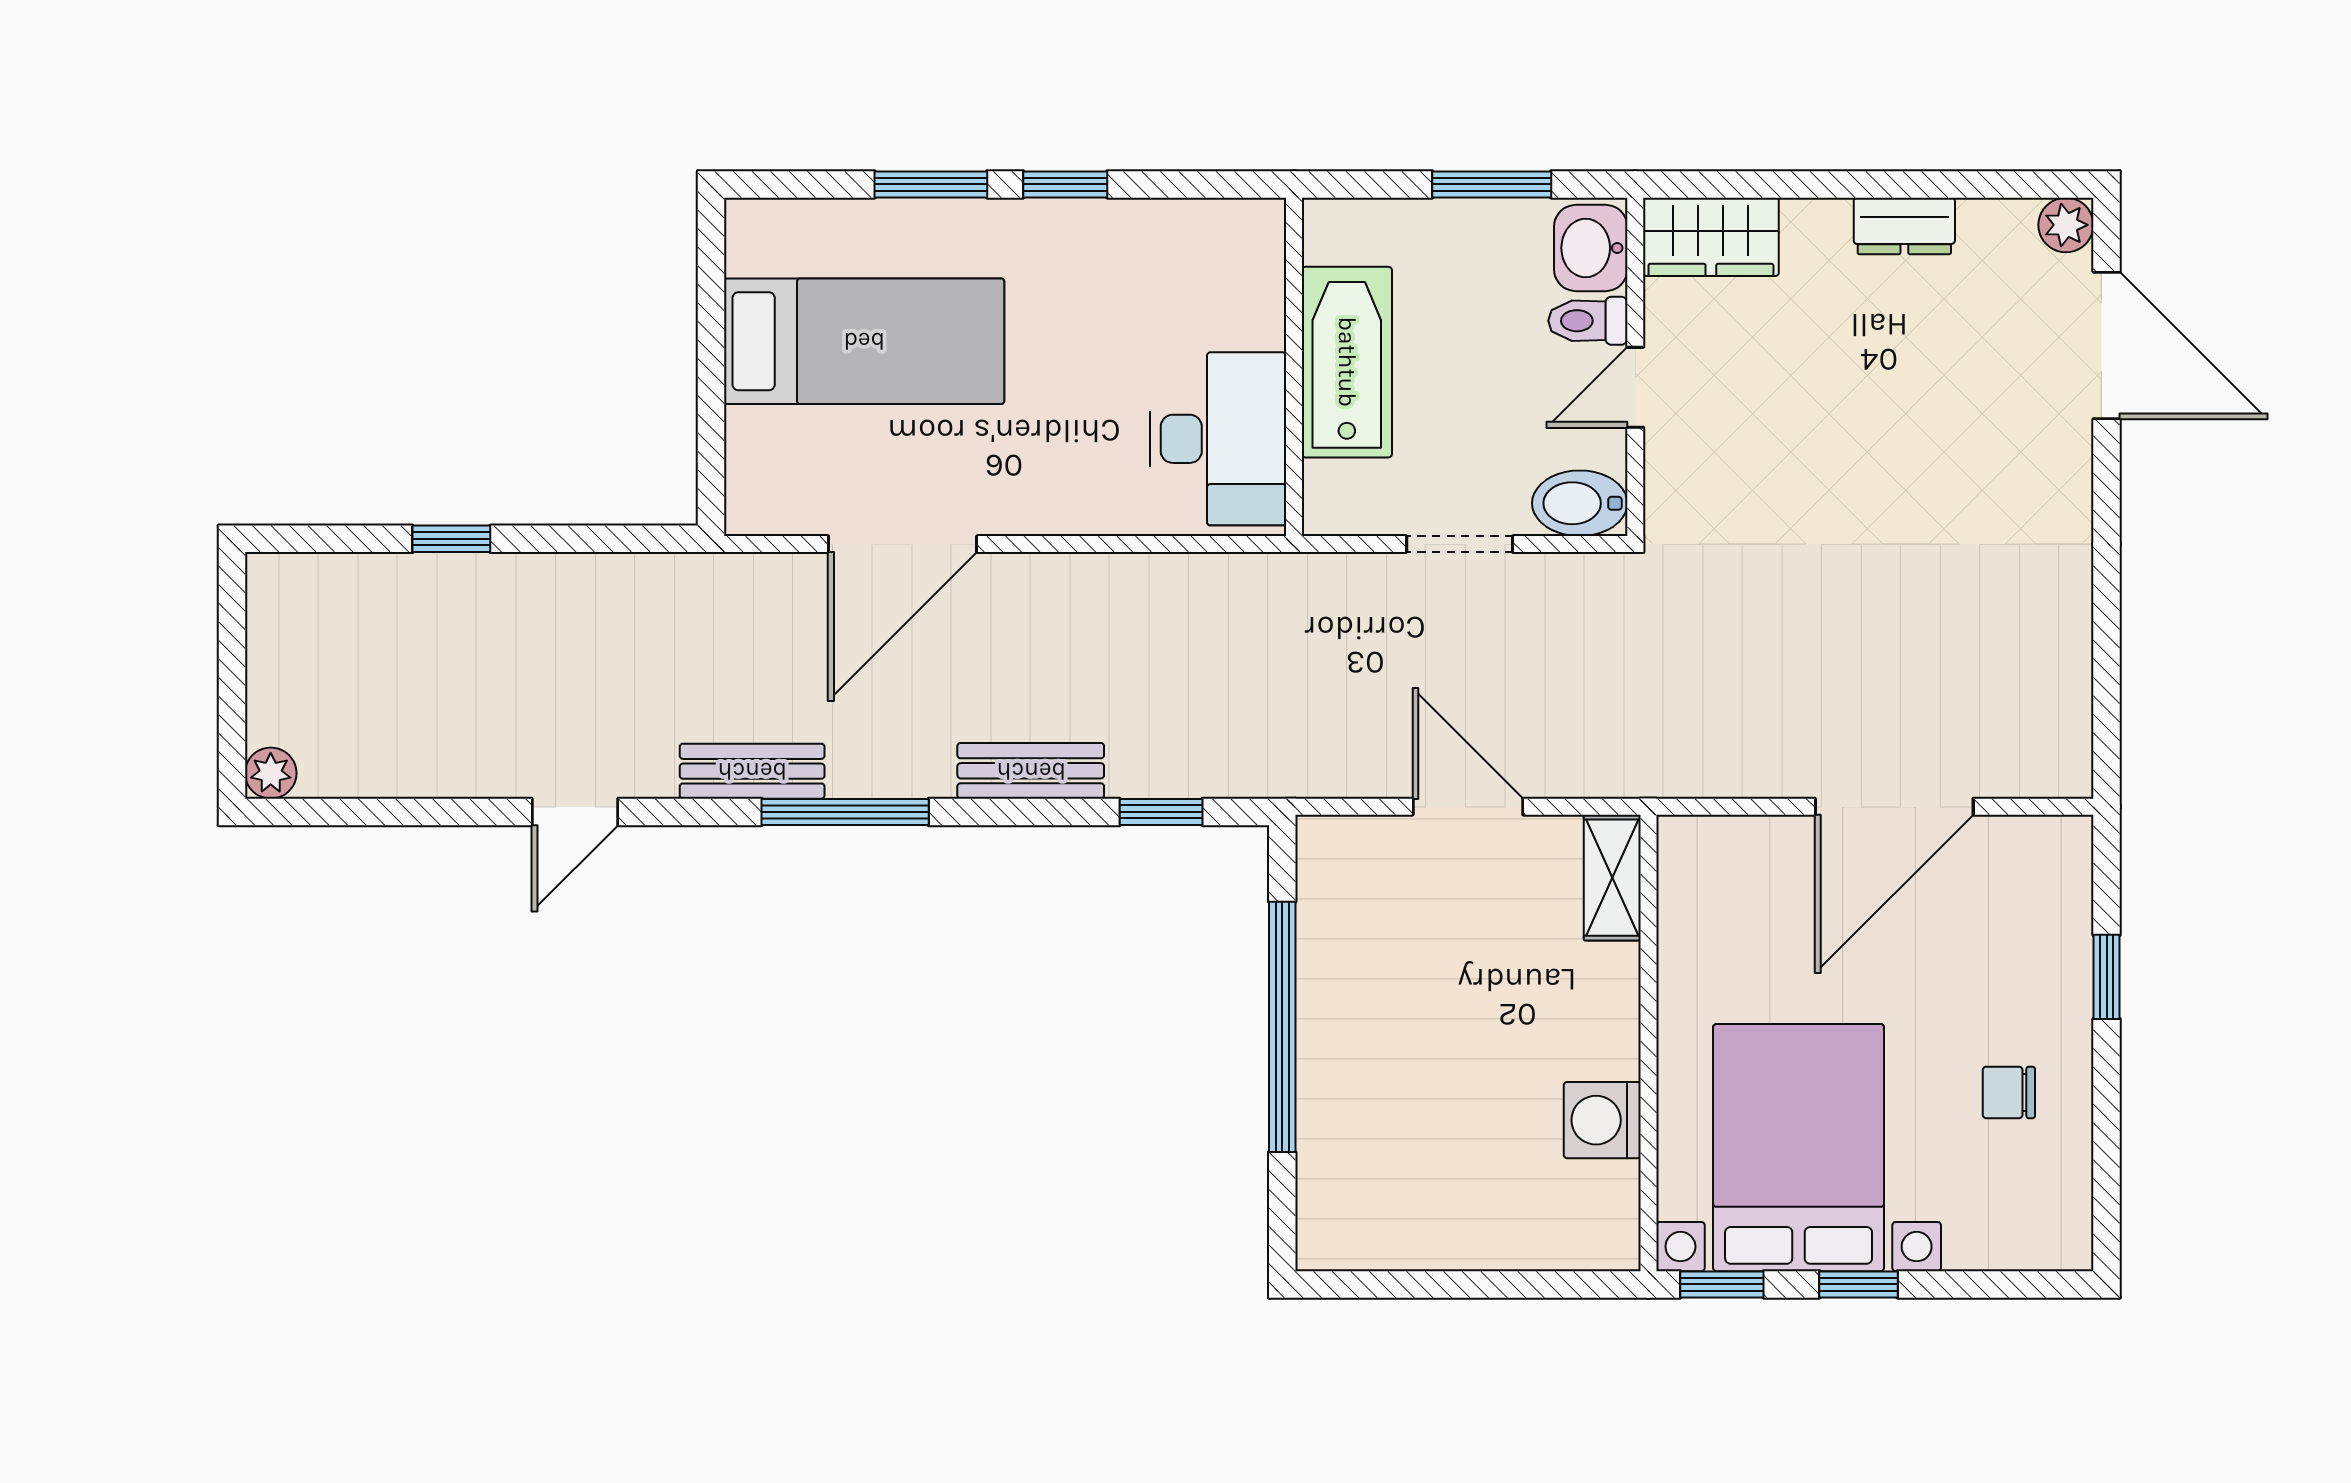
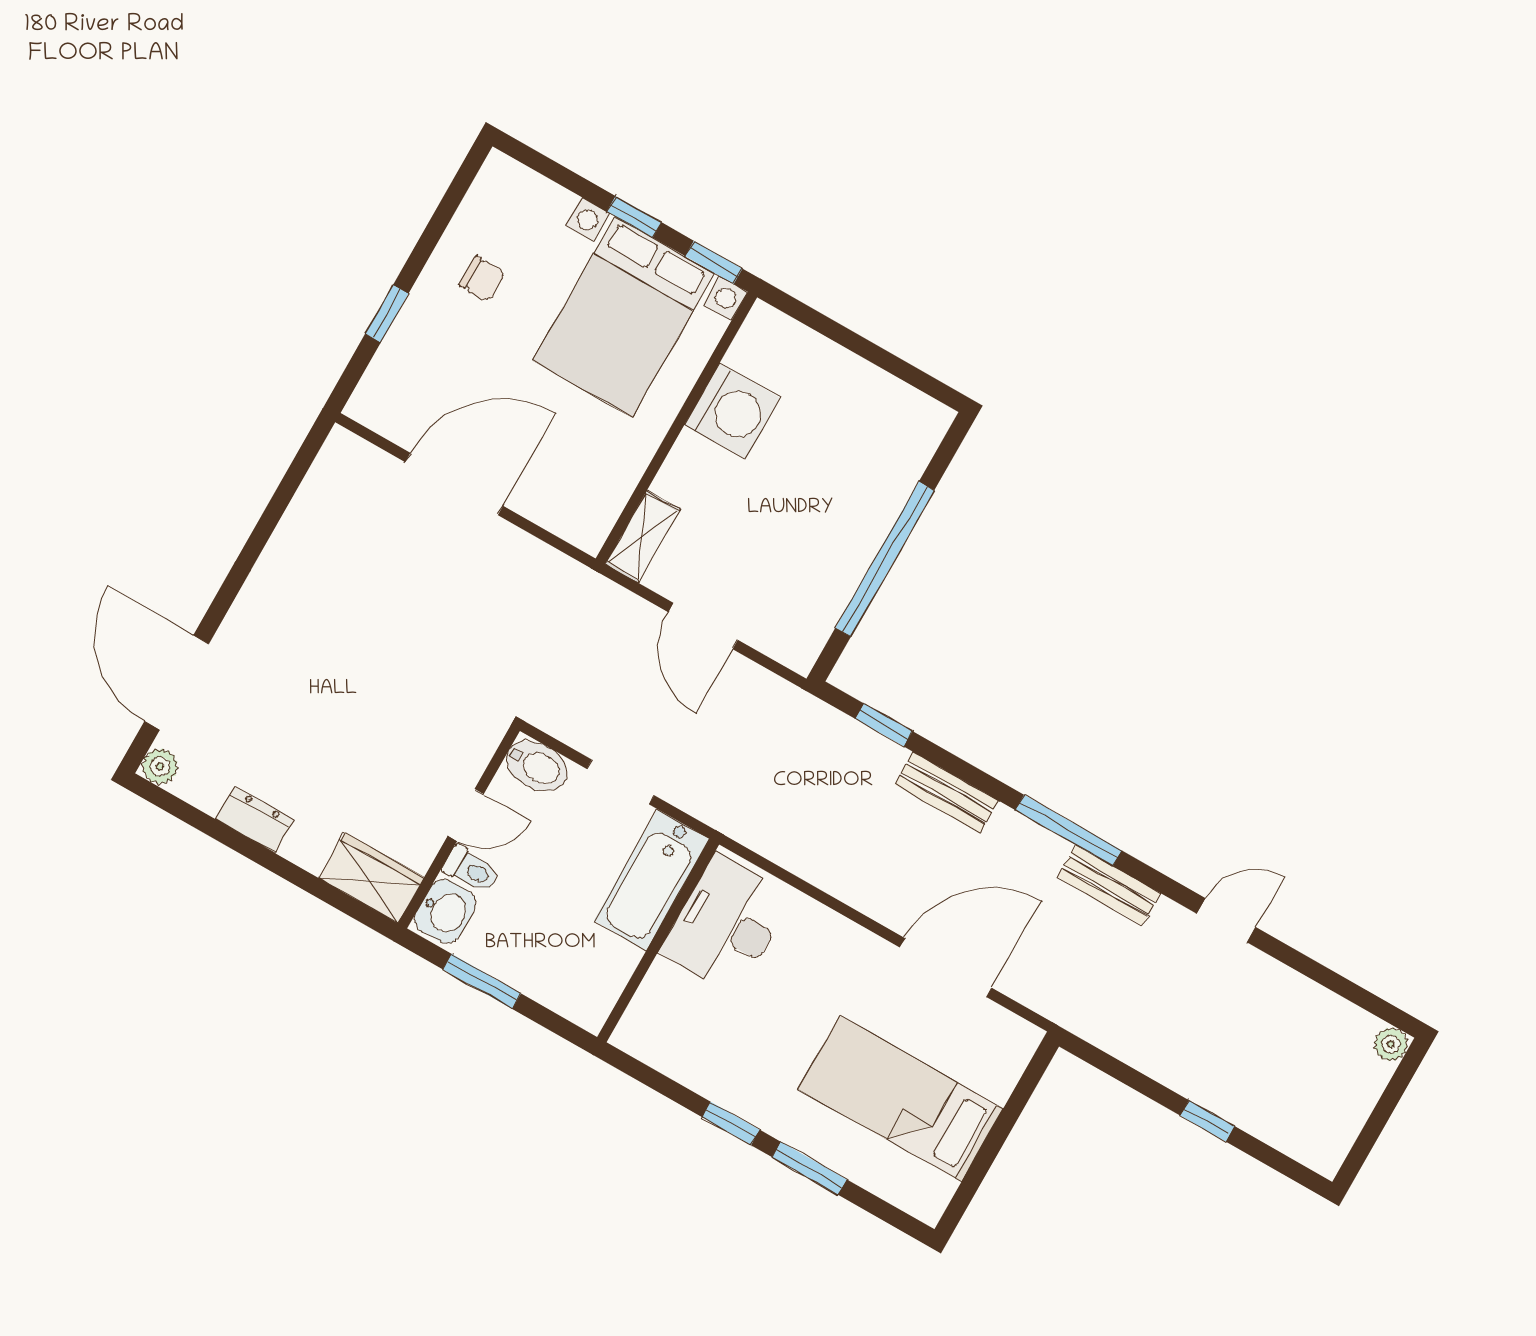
bathtub: (1347, 362) -> (652, 880), moved
washing machine: (1602, 1120) -> (733, 411), width x1.37, depth x1.37

